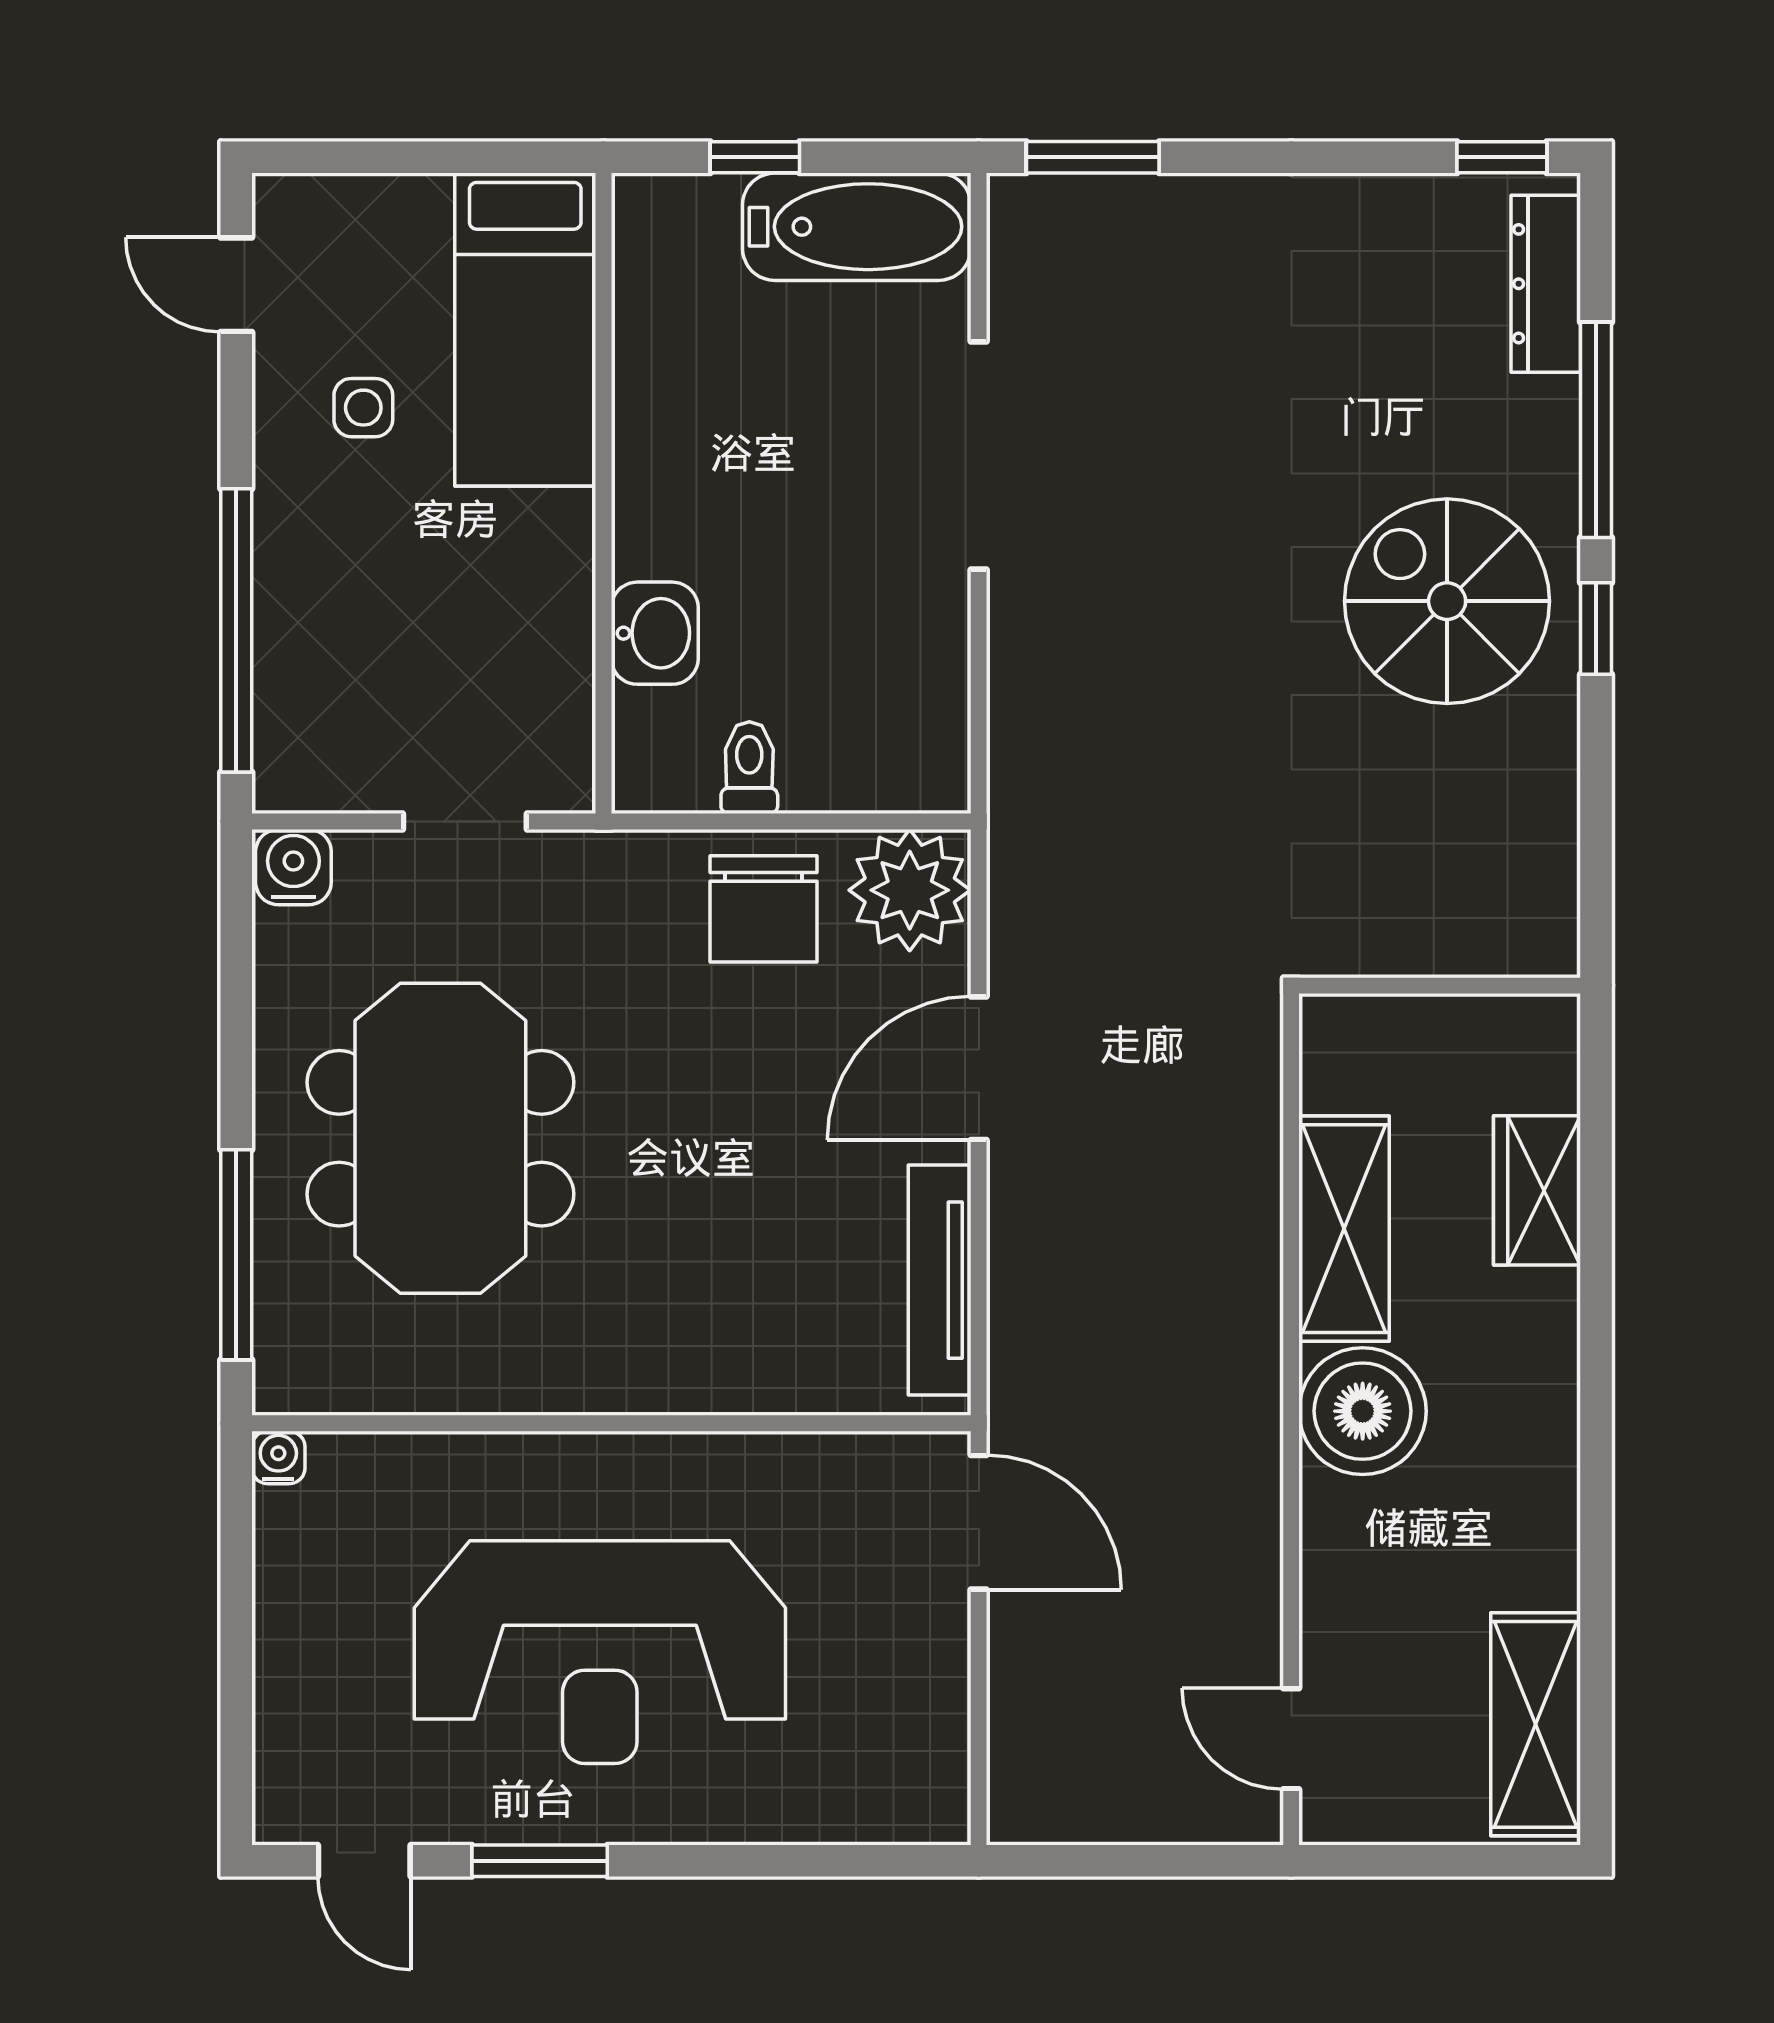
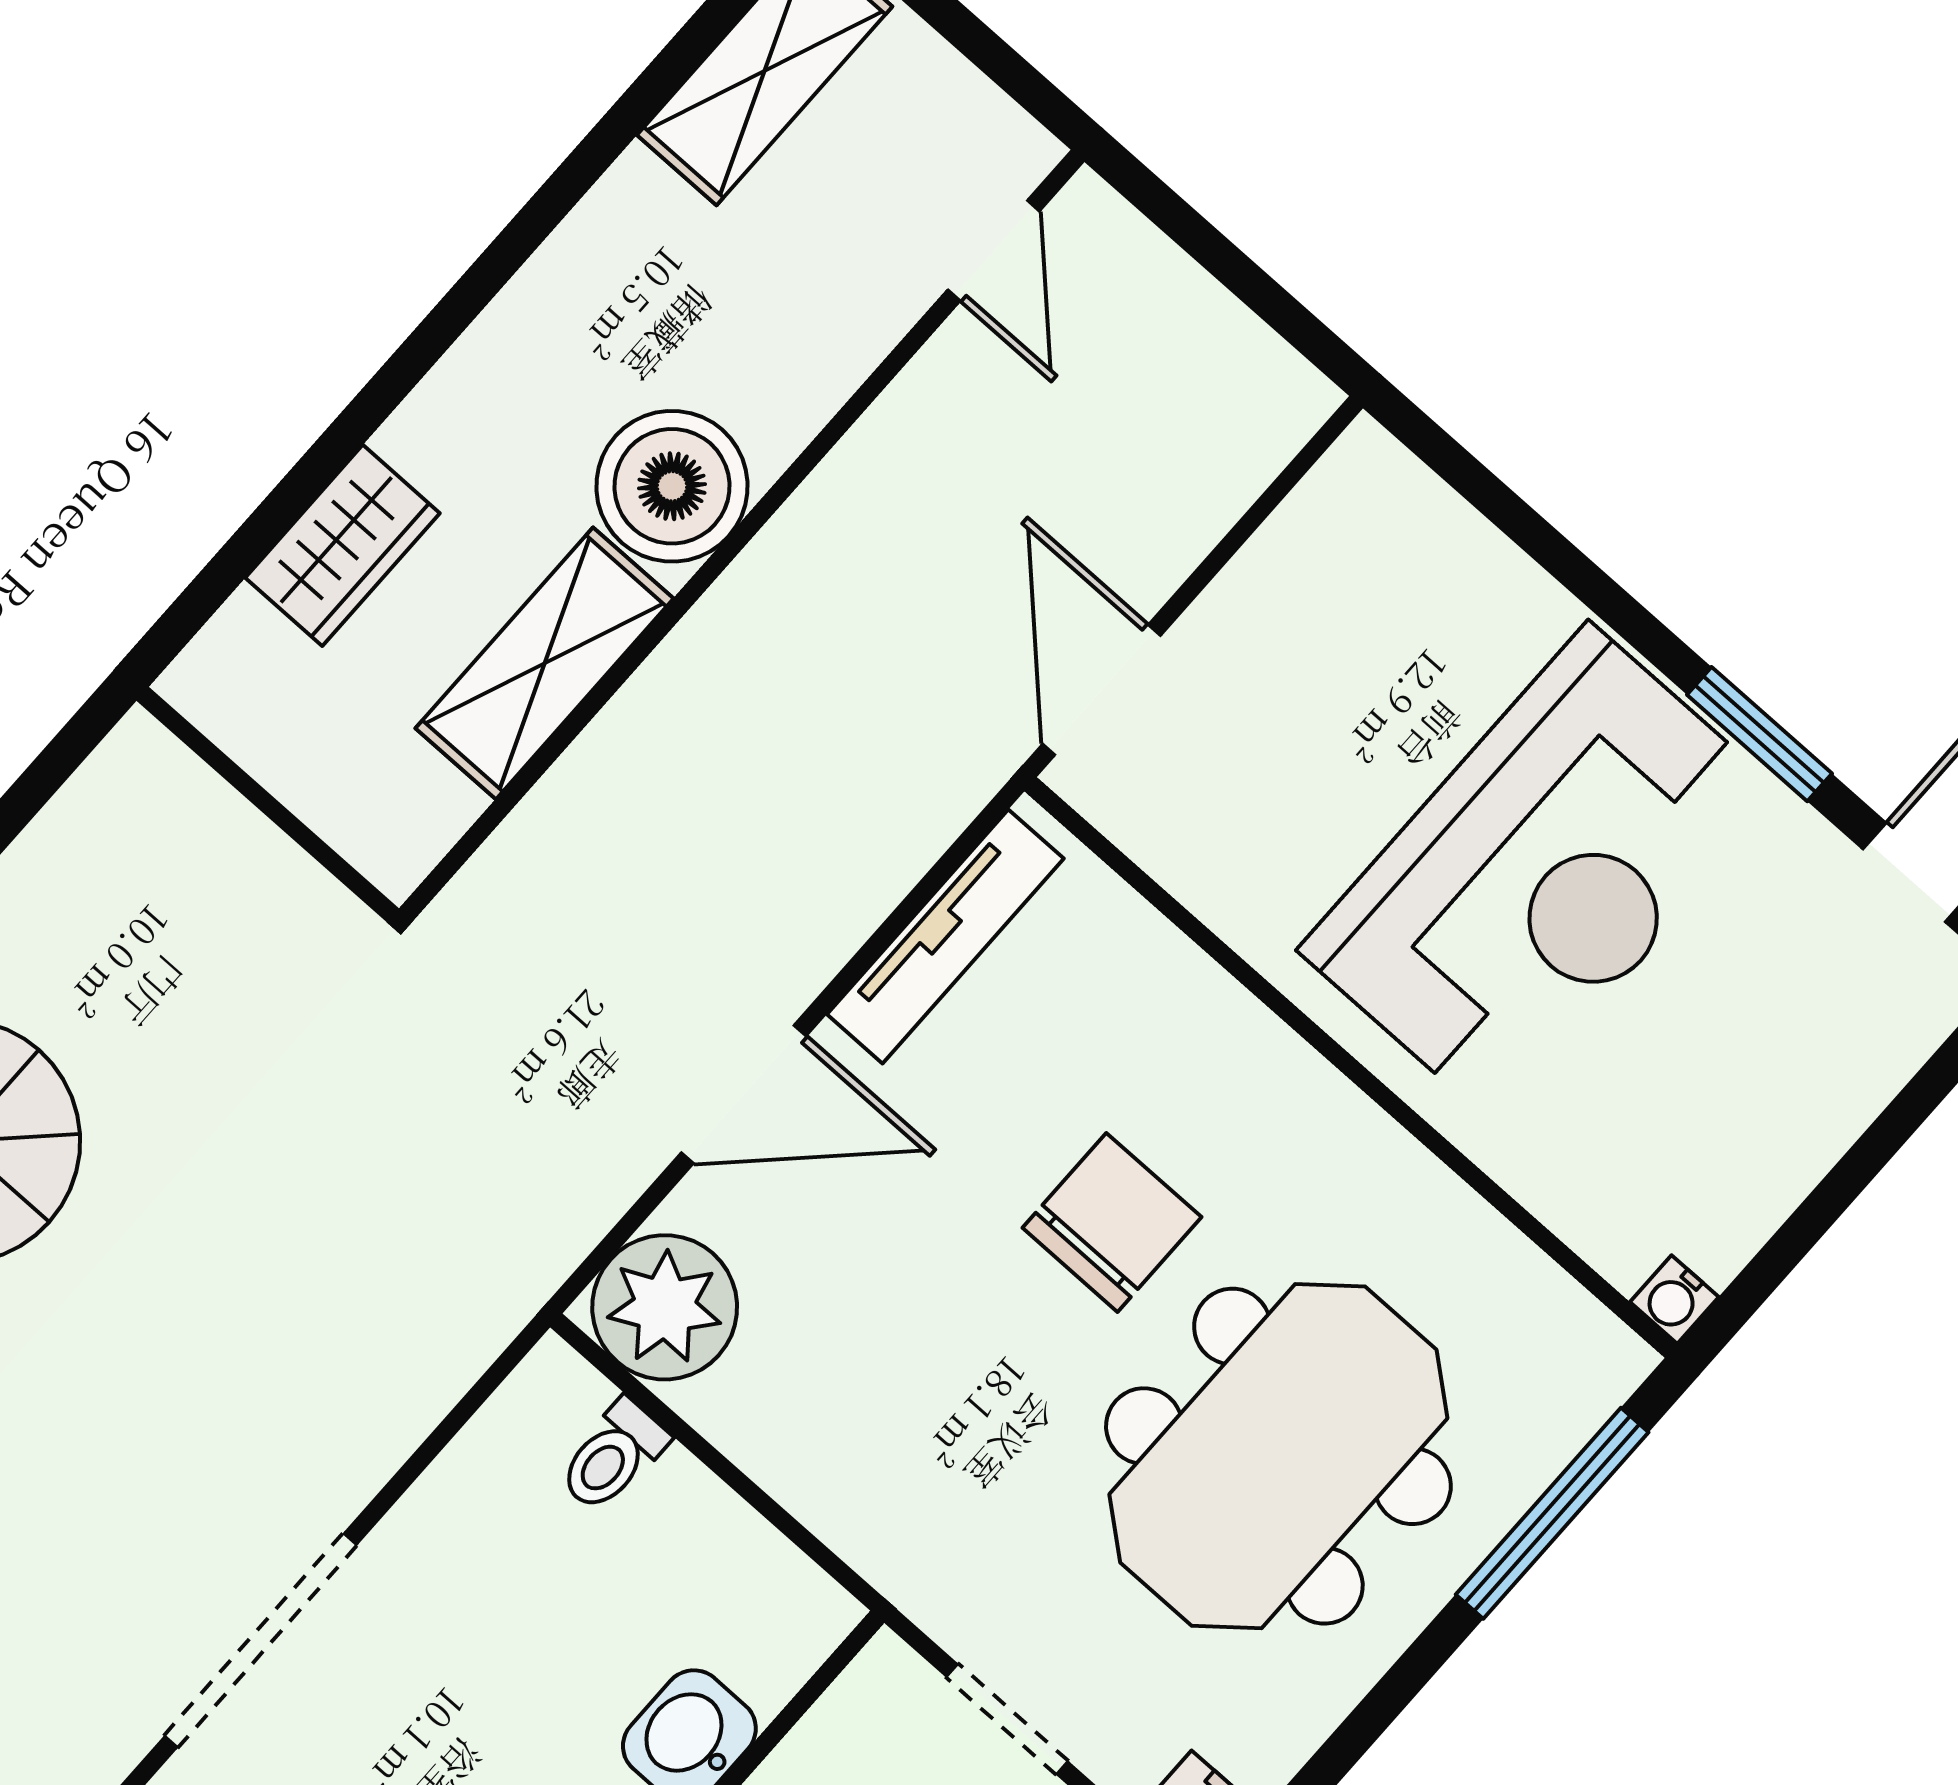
toilet: (749, 768) -> (613, 1456), moved
chair: (763, 909) -> (1112, 1222), moved
reception desk: (600, 1652) -> (1541, 873), turned 90

